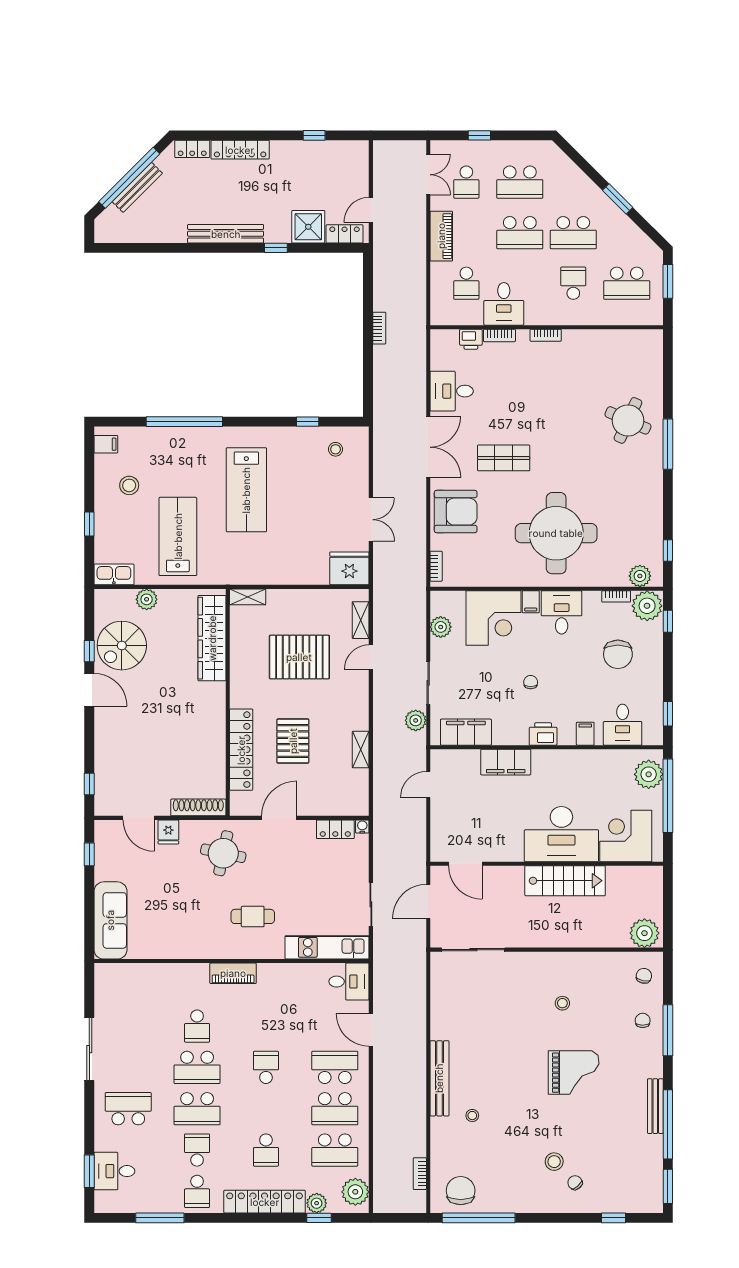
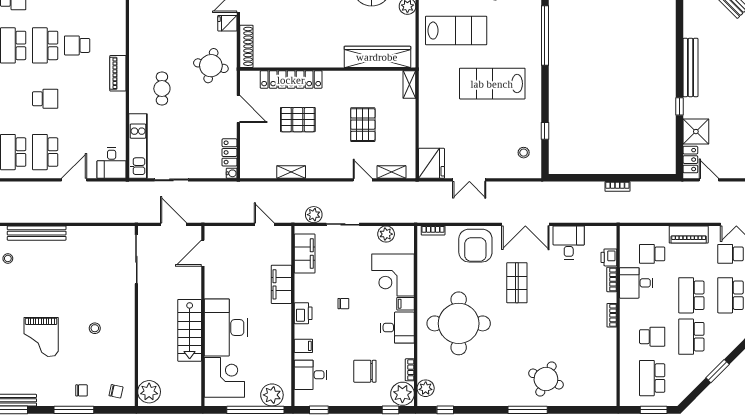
pallet: (299, 657) -> (363, 125), width x0.73, depth x0.71
school desk: (335, 1067) -> (45, 152), turned 180

